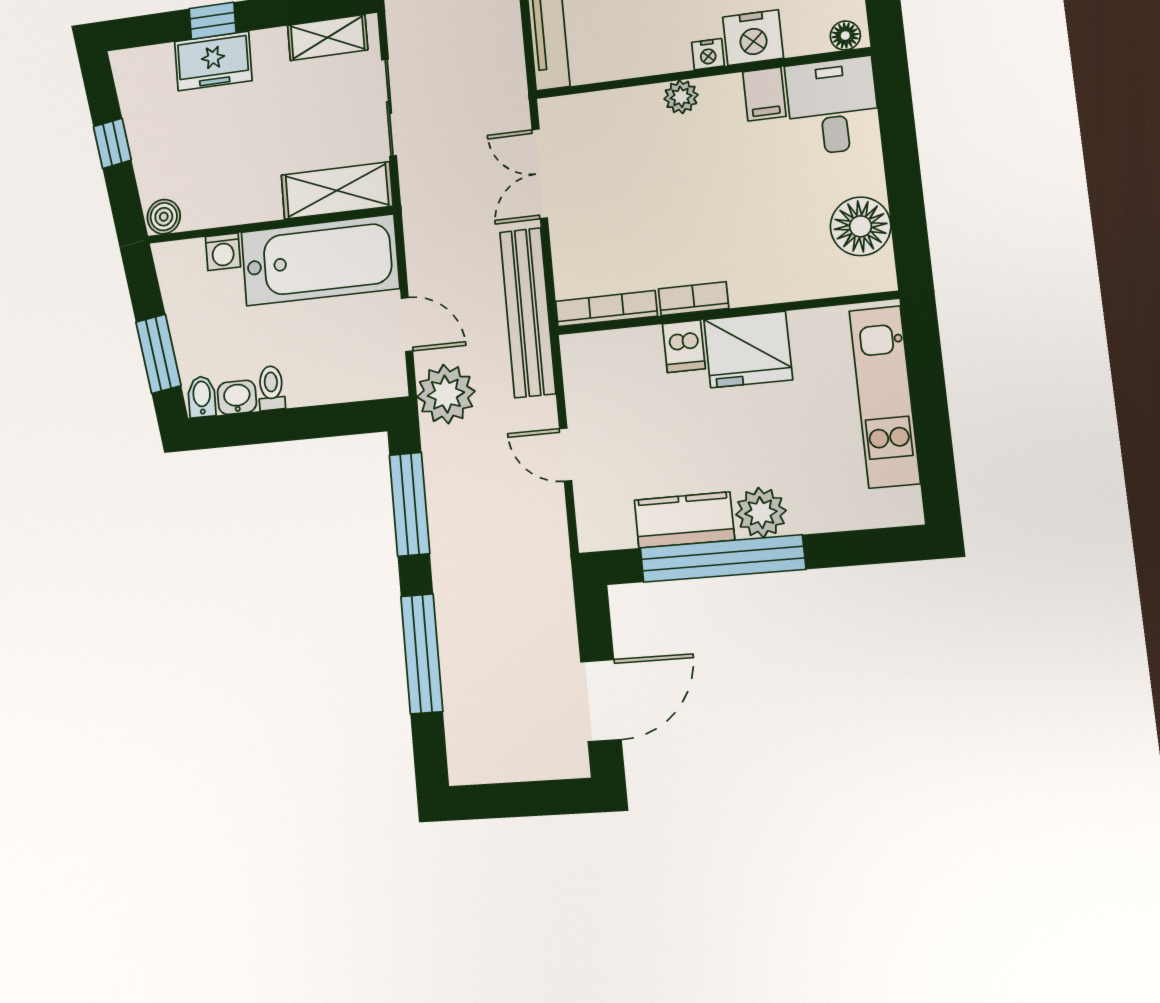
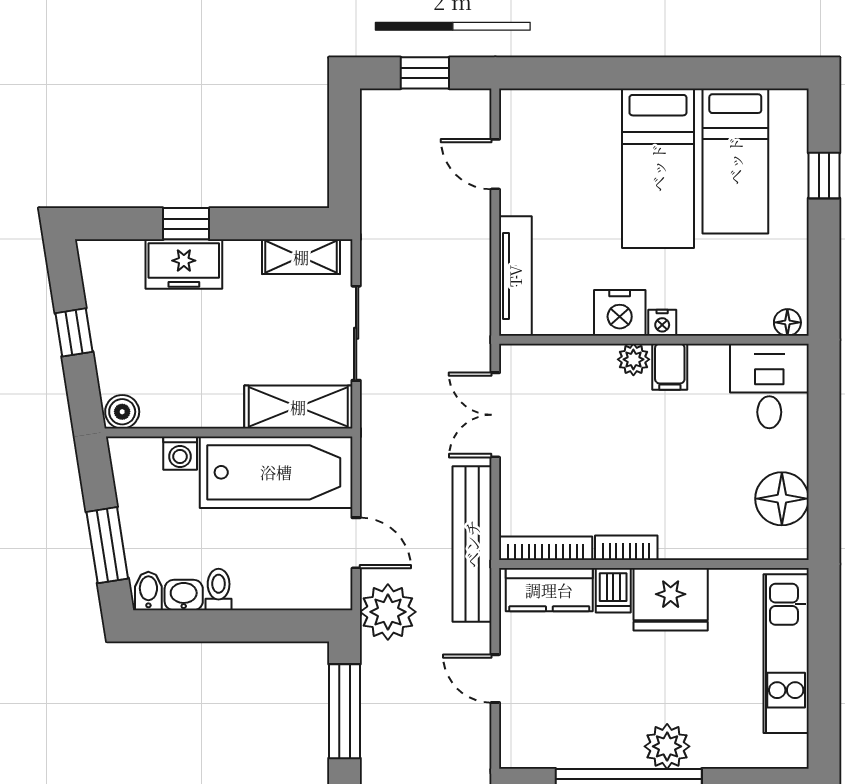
nightstand: (753, 38) -> (620, 313), moved
filing cabinet: (764, 94) -> (670, 367), moved
kitchen counter: (684, 520) -> (549, 590), moved, turned 180

